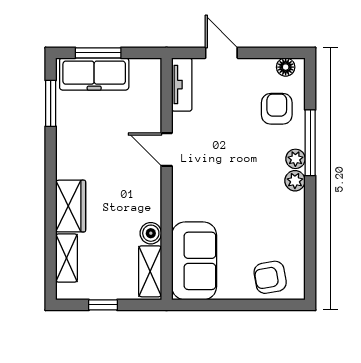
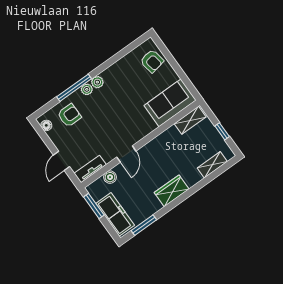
window: (98, 53) -> (94, 206), moved
armchair: (277, 109) -> (69, 115), turned 180
wardrobe: (71, 206) -> (172, 191), moved
boiler: (151, 233) -> (110, 177), moved

